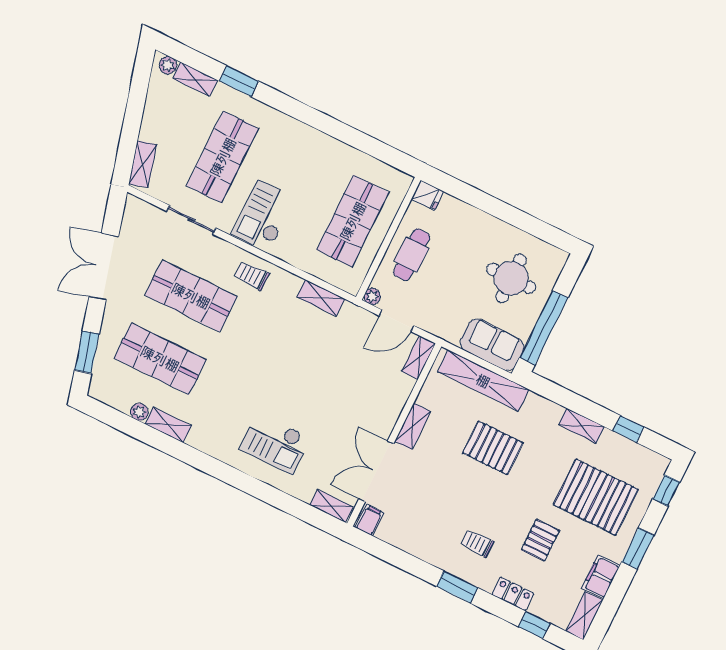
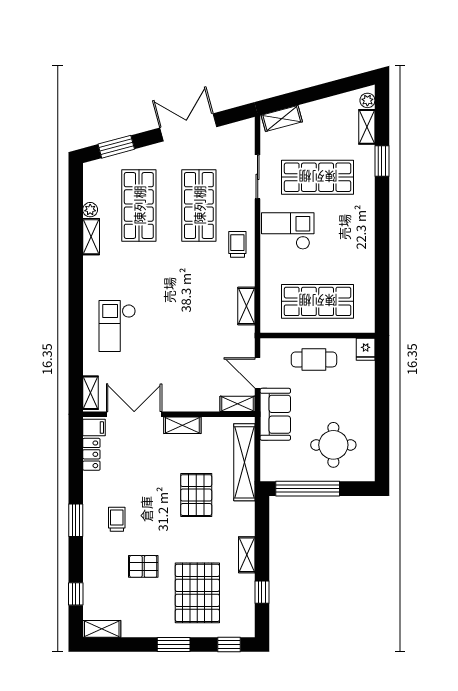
plant: (372, 296) -> (267, 345), removed
sofa: (492, 345) -> (275, 414), moved
filing cabinet: (601, 577) -> (138, 627), removed
locker: (513, 594) -> (91, 454), moved

